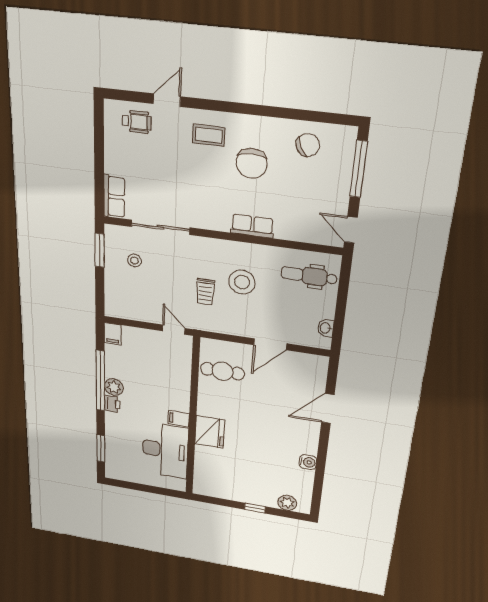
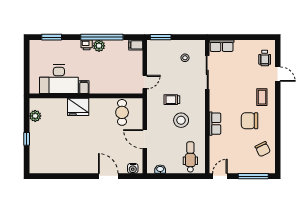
window: (100, 250) -> (161, 37), moved
water cooler: (308, 462) -> (133, 168), moved
plant: (287, 503) -> (35, 116), moved

